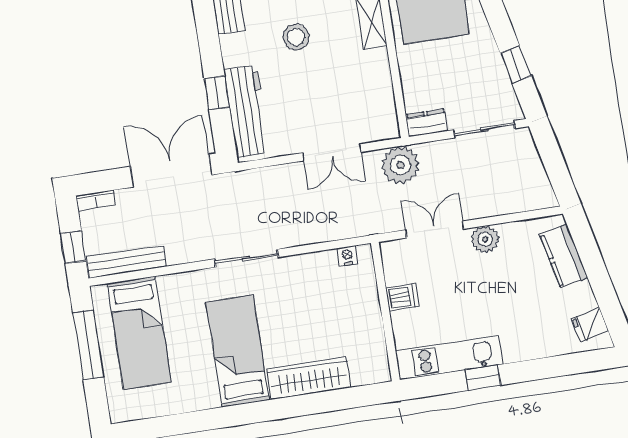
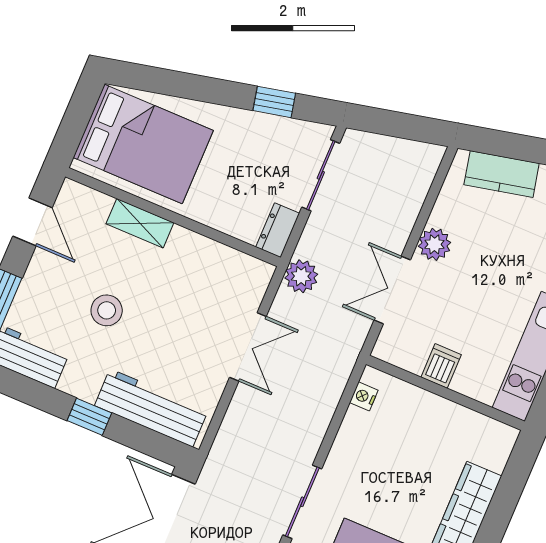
window: (217, 93) -> (89, 417), moved
plant: (400, 165) -> (301, 276), width x0.73, depth x0.73

